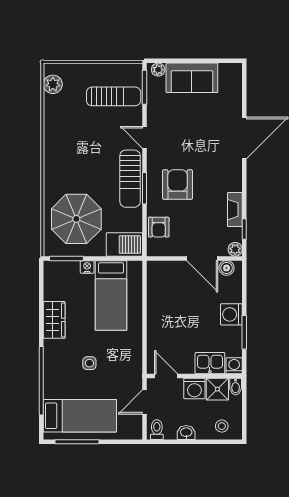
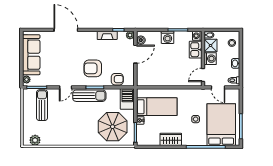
sofa: (192, 78) -> (31, 55), width x1.36
bed: (80, 416) -> (221, 125), width x1.50

